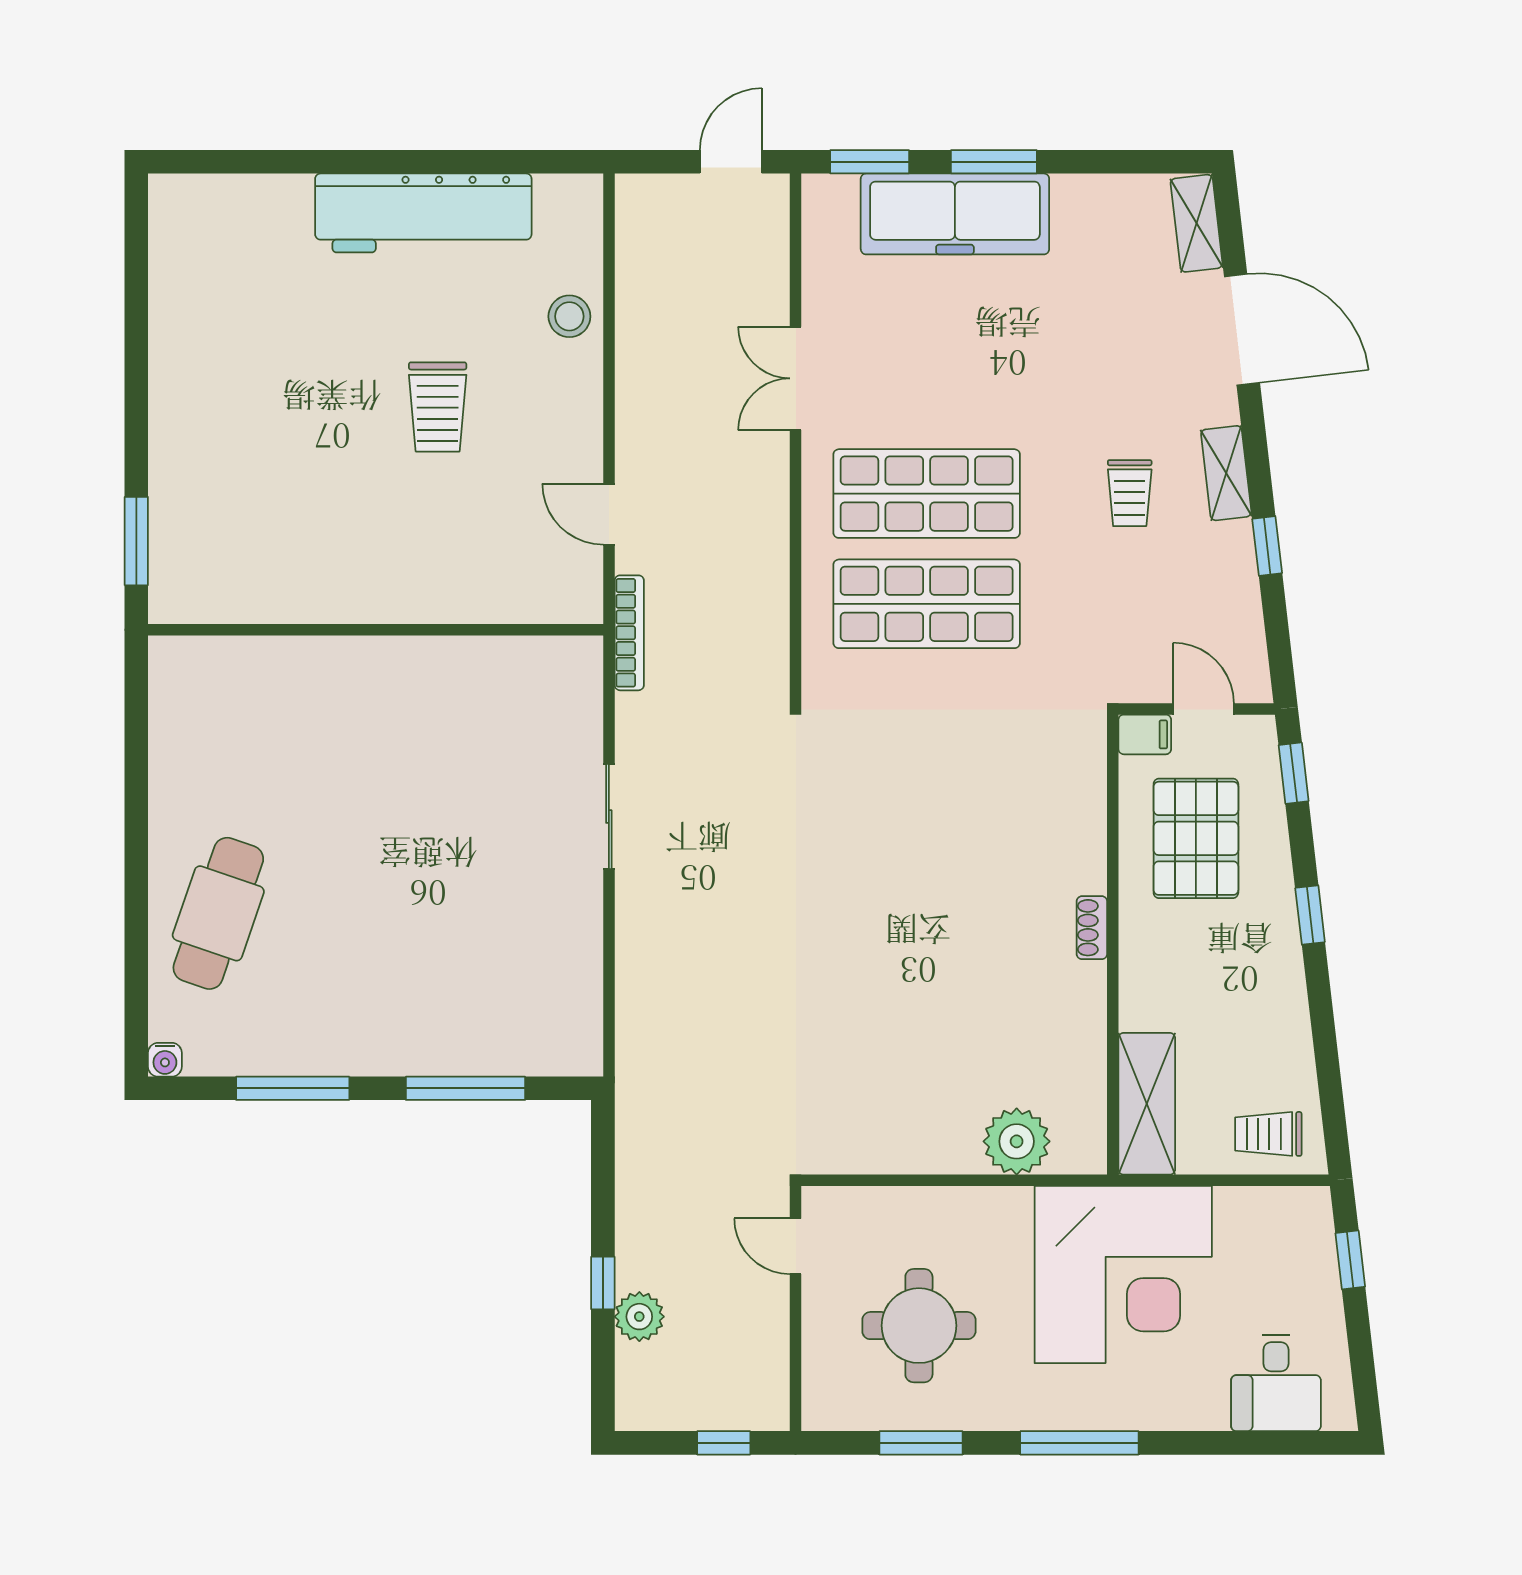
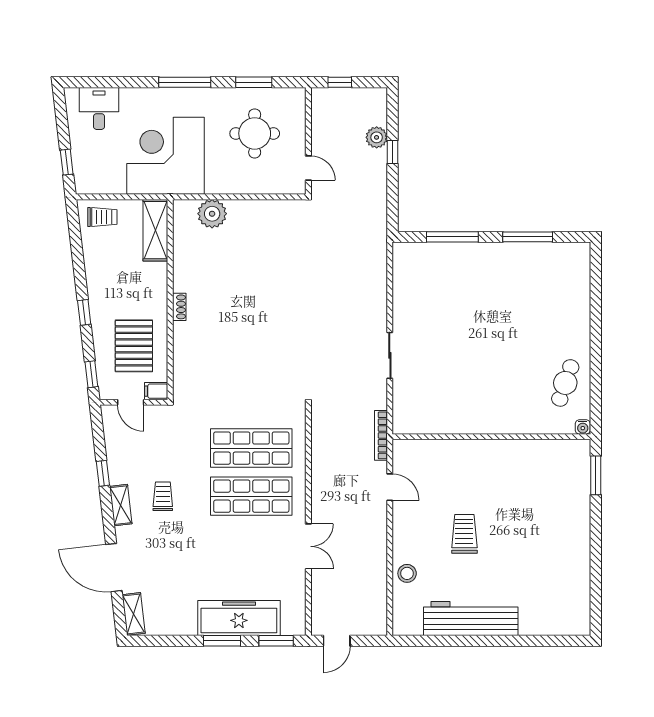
cafe table: (218, 913) -> (565, 383), moved, width x0.73, depth x0.74
water cooler: (165, 1060) -> (583, 427), moved, turned 180

